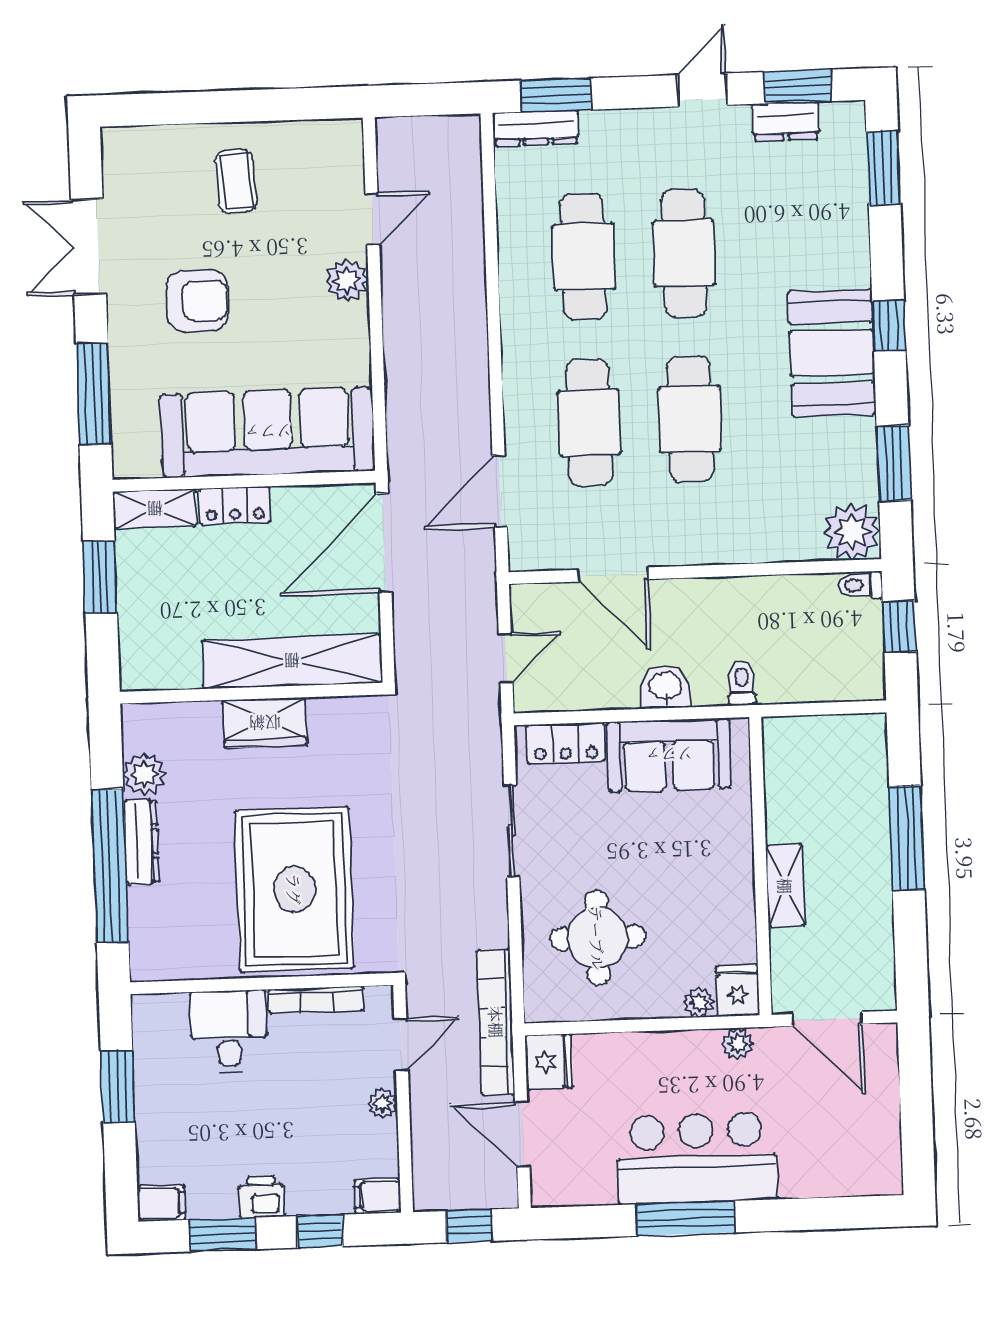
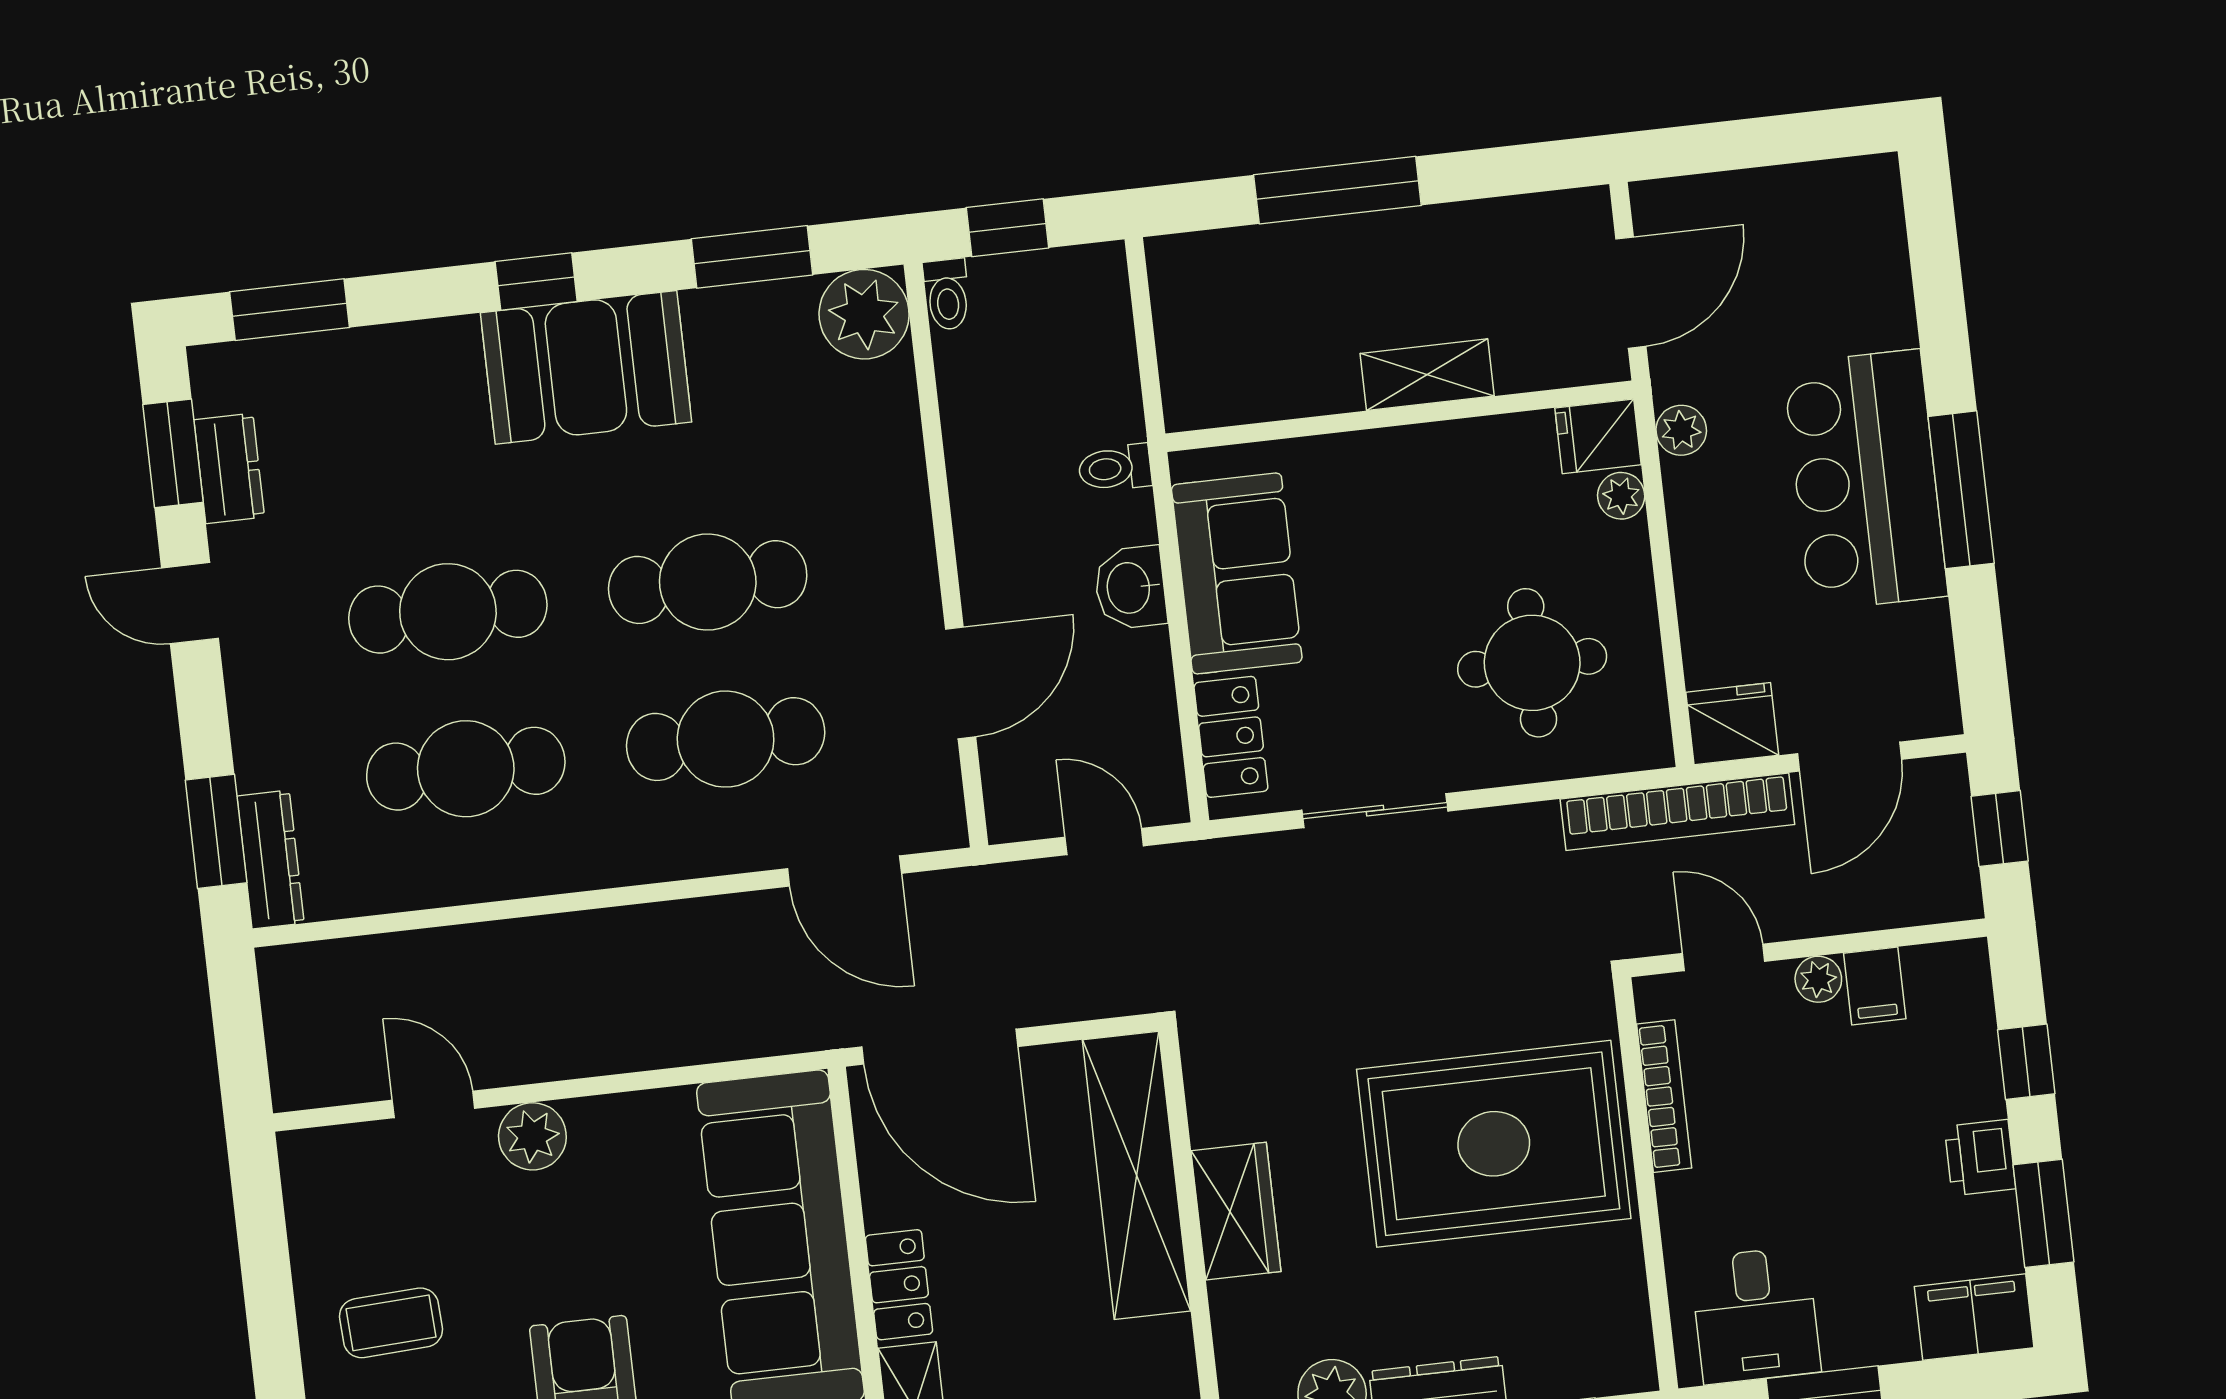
desk: (229, 1031) -> (1755, 1315), moved, turned -90
filing cabinet: (377, 1196) -> (1875, 986), moved
filing cabinet: (161, 1203) -> (1974, 1317), width x2.00

